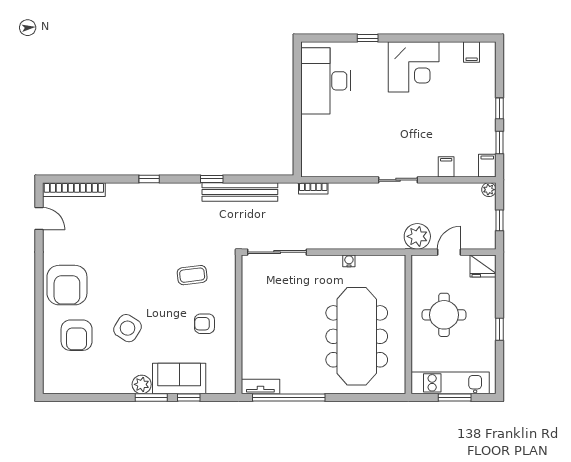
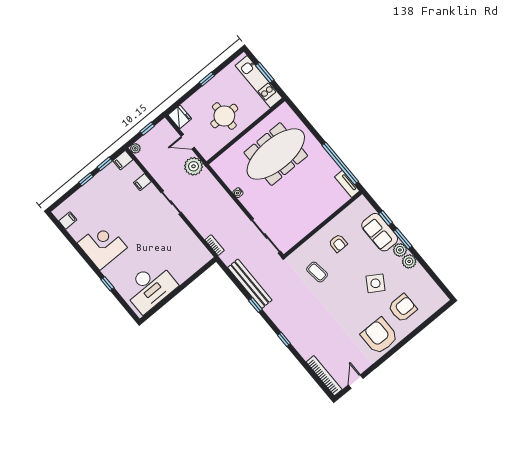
armchair: (67, 285) -> (379, 336), turned -90
plant: (121, 384) -> (409, 261), added

